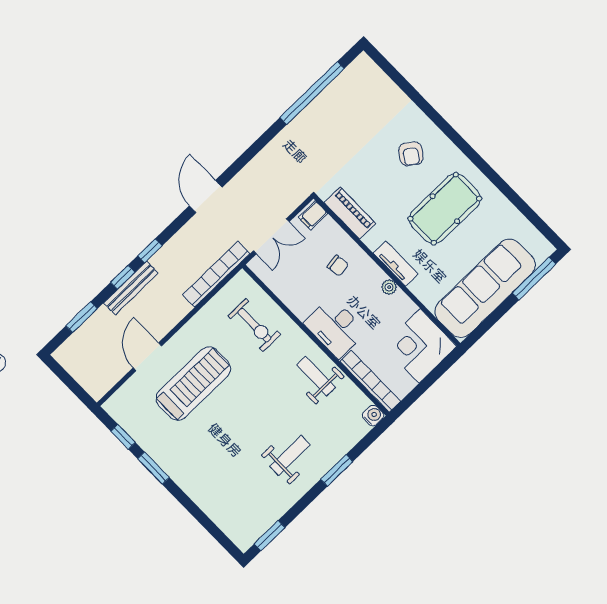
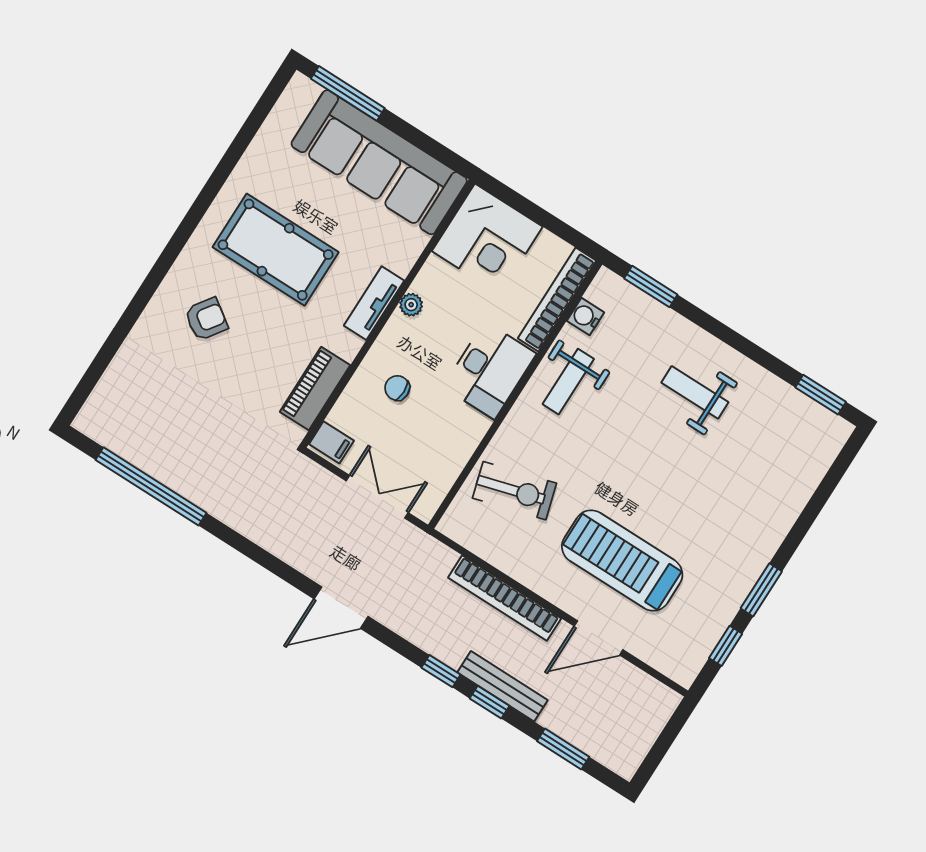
chair: (338, 266) -> (397, 388), turned -82
bookcase: (216, 274) -> (505, 598), moved
exercise bike: (254, 325) -> (514, 491), turned 74
water cooler: (373, 416) -> (585, 317), moved
window: (337, 470) -> (651, 286), moved

